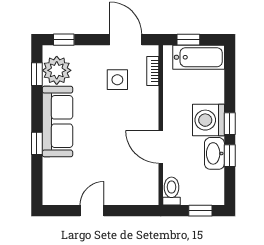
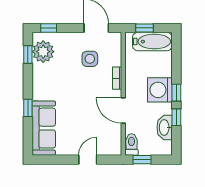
bookcase: (153, 71) -> (117, 78), moved
sofa: (57, 122) -> (44, 128), moved
washbasin: (214, 153) -> (165, 128), moved
door: (92, 211) -> (88, 160), moved
window: (200, 211) -> (142, 160), moved

